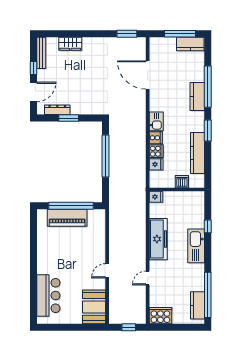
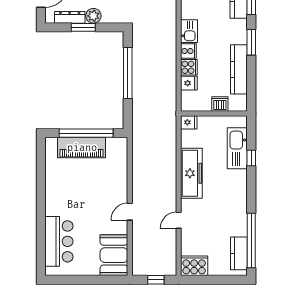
plant: (77, 109) -> (93, 16), added
kitchen sink: (196, 246) -> (237, 148), moved

